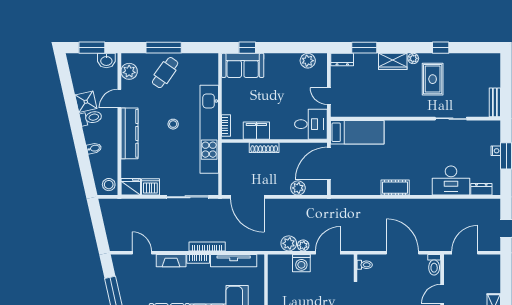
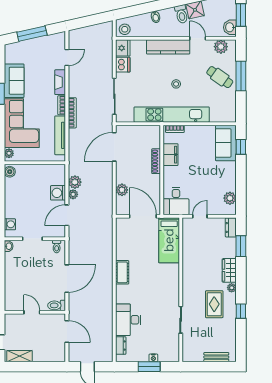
rug: (433, 79) -> (214, 304), turned 90
bench: (495, 102) -> (216, 357), moved
door: (328, 253) -> (67, 215), swing flipped

